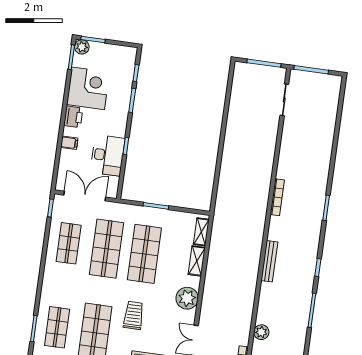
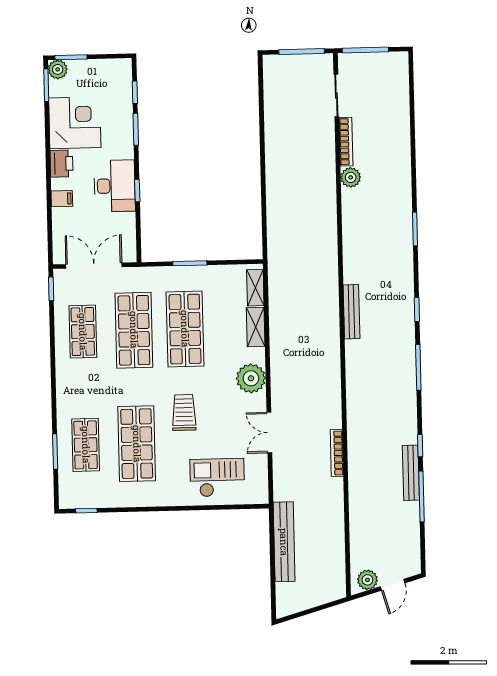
desk: (108, 155) -> (115, 186), moved
bookcase: (277, 197) -> (346, 142), moved
plant: (261, 332) -> (351, 177), moved

